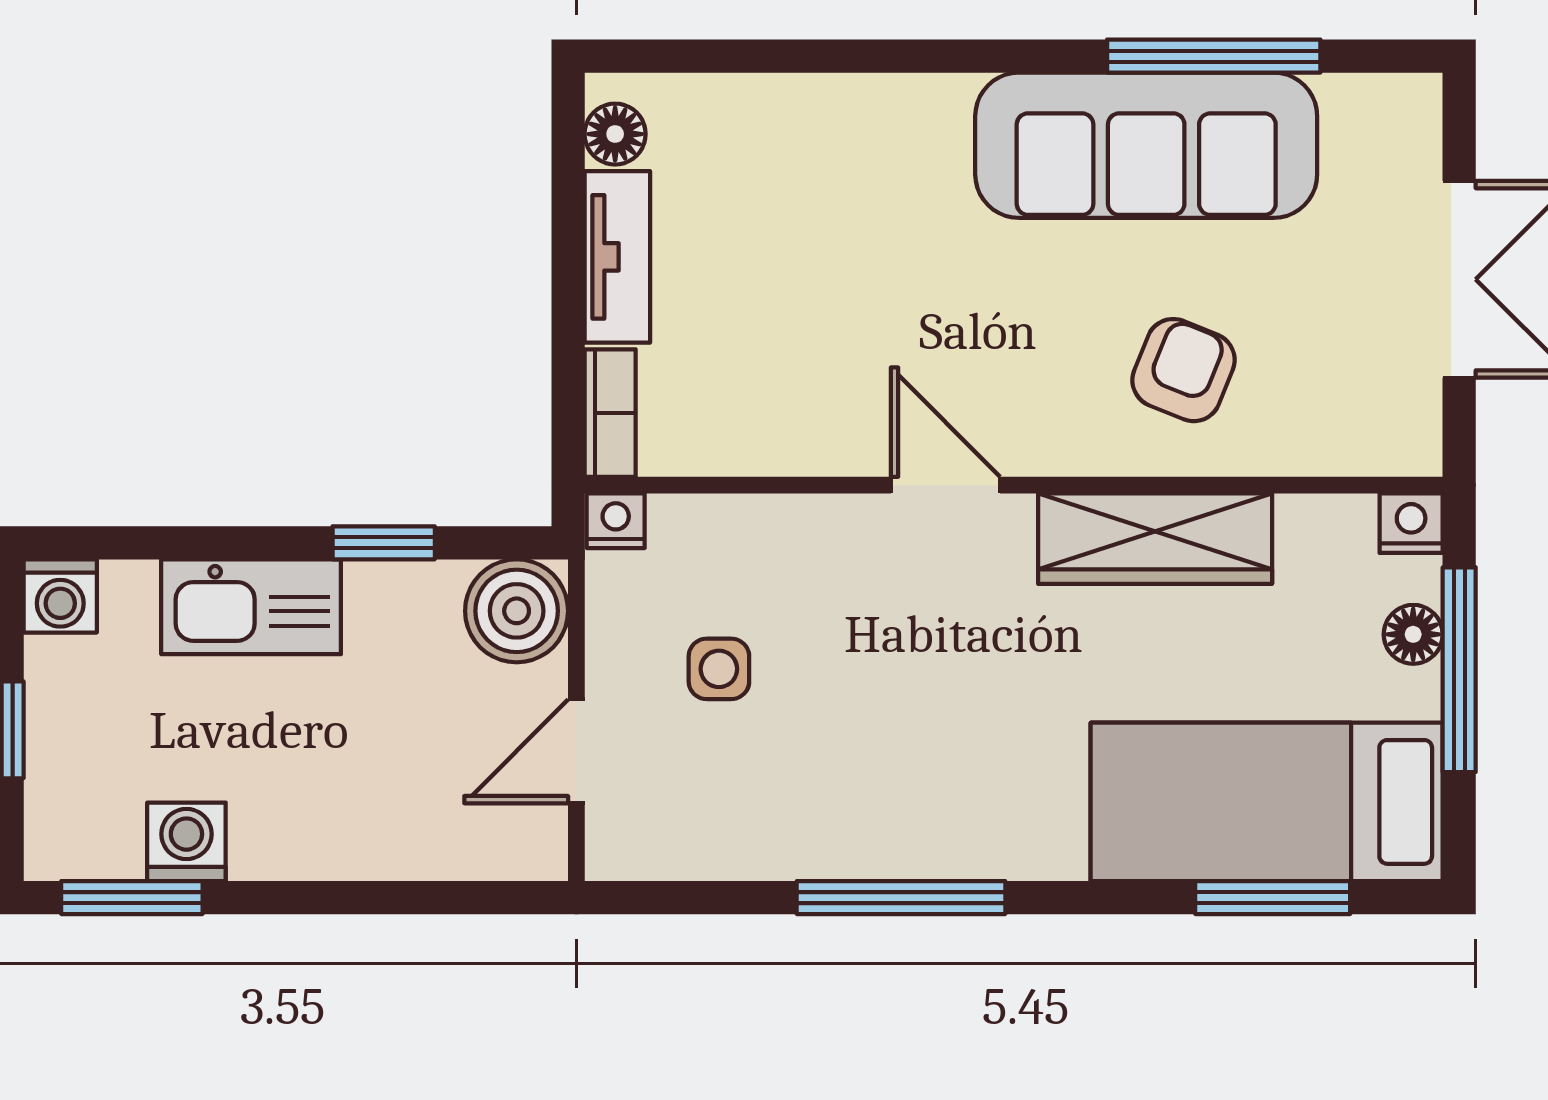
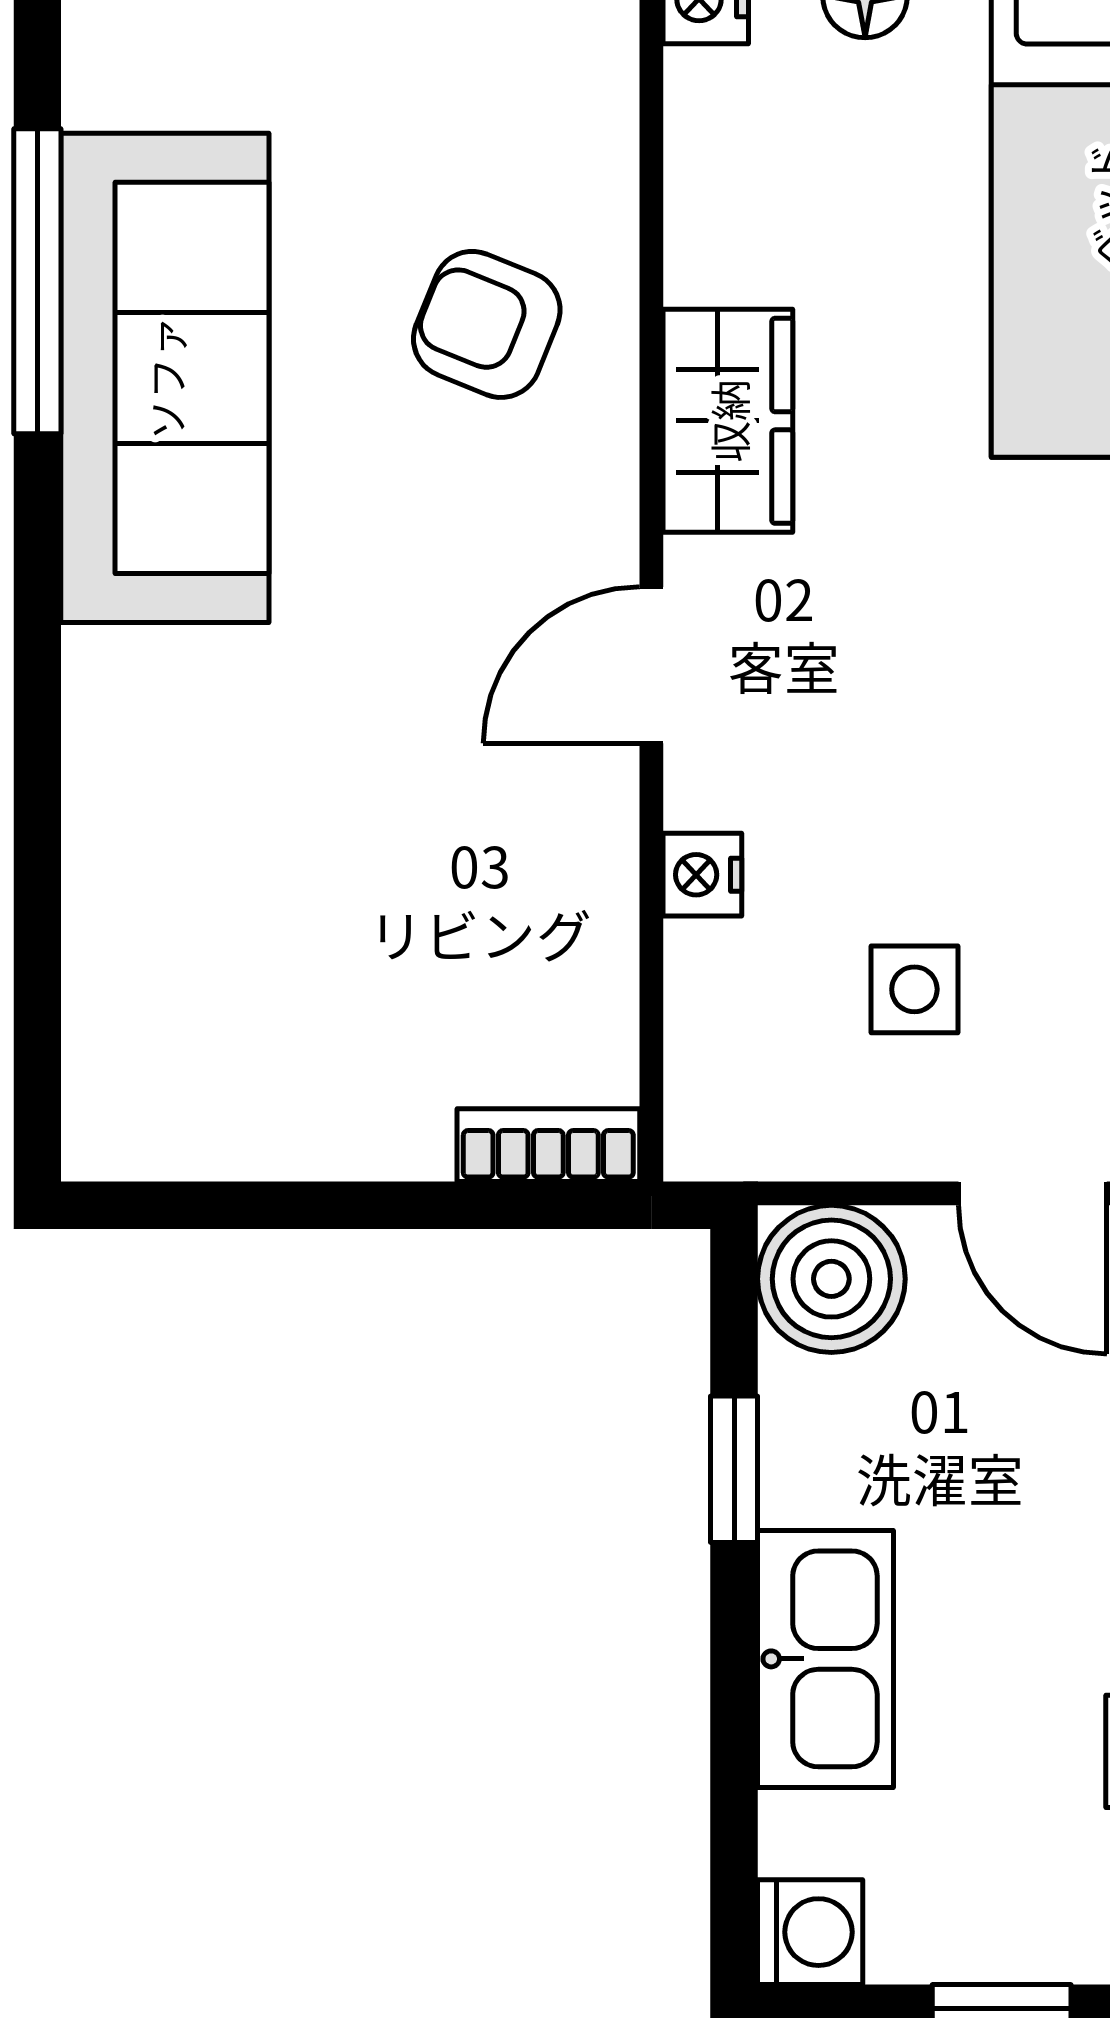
floor lamp: (615, 134) -> (149, 1138), removed
tv unit: (617, 257) -> (325, 1135), removed
nightstand: (616, 521) -> (702, 875), moved
wardrobe: (1155, 539) -> (728, 421), width x0.67

